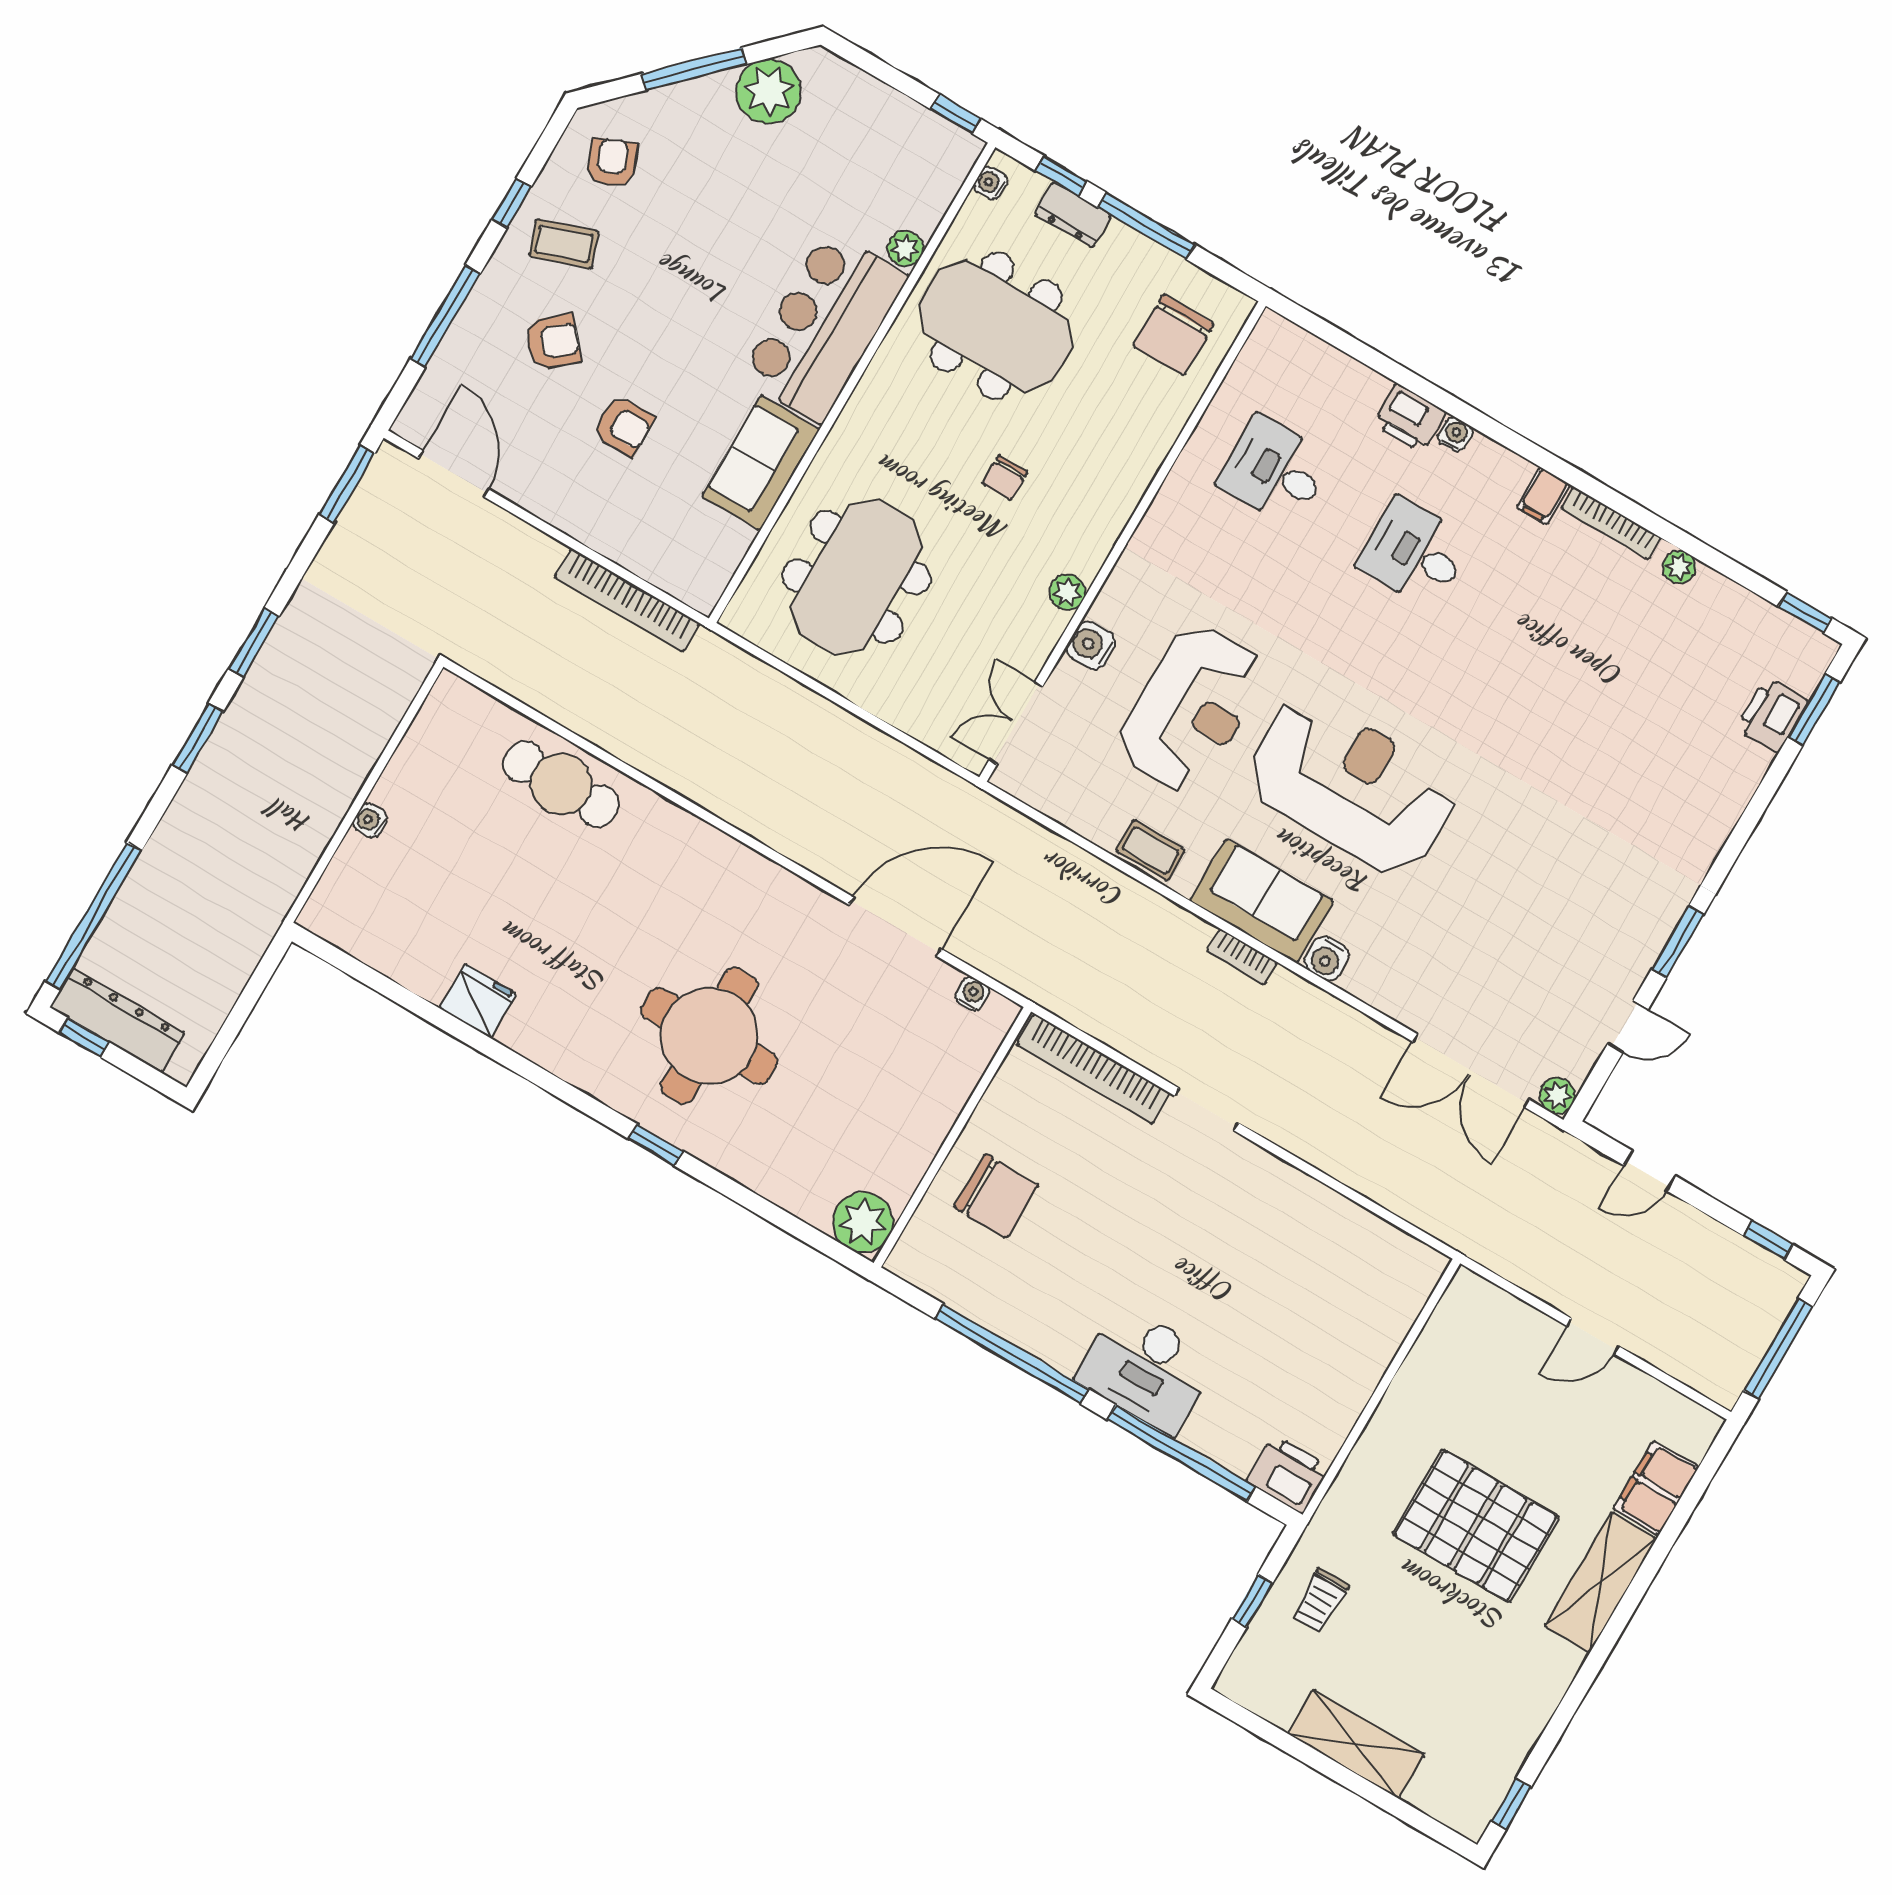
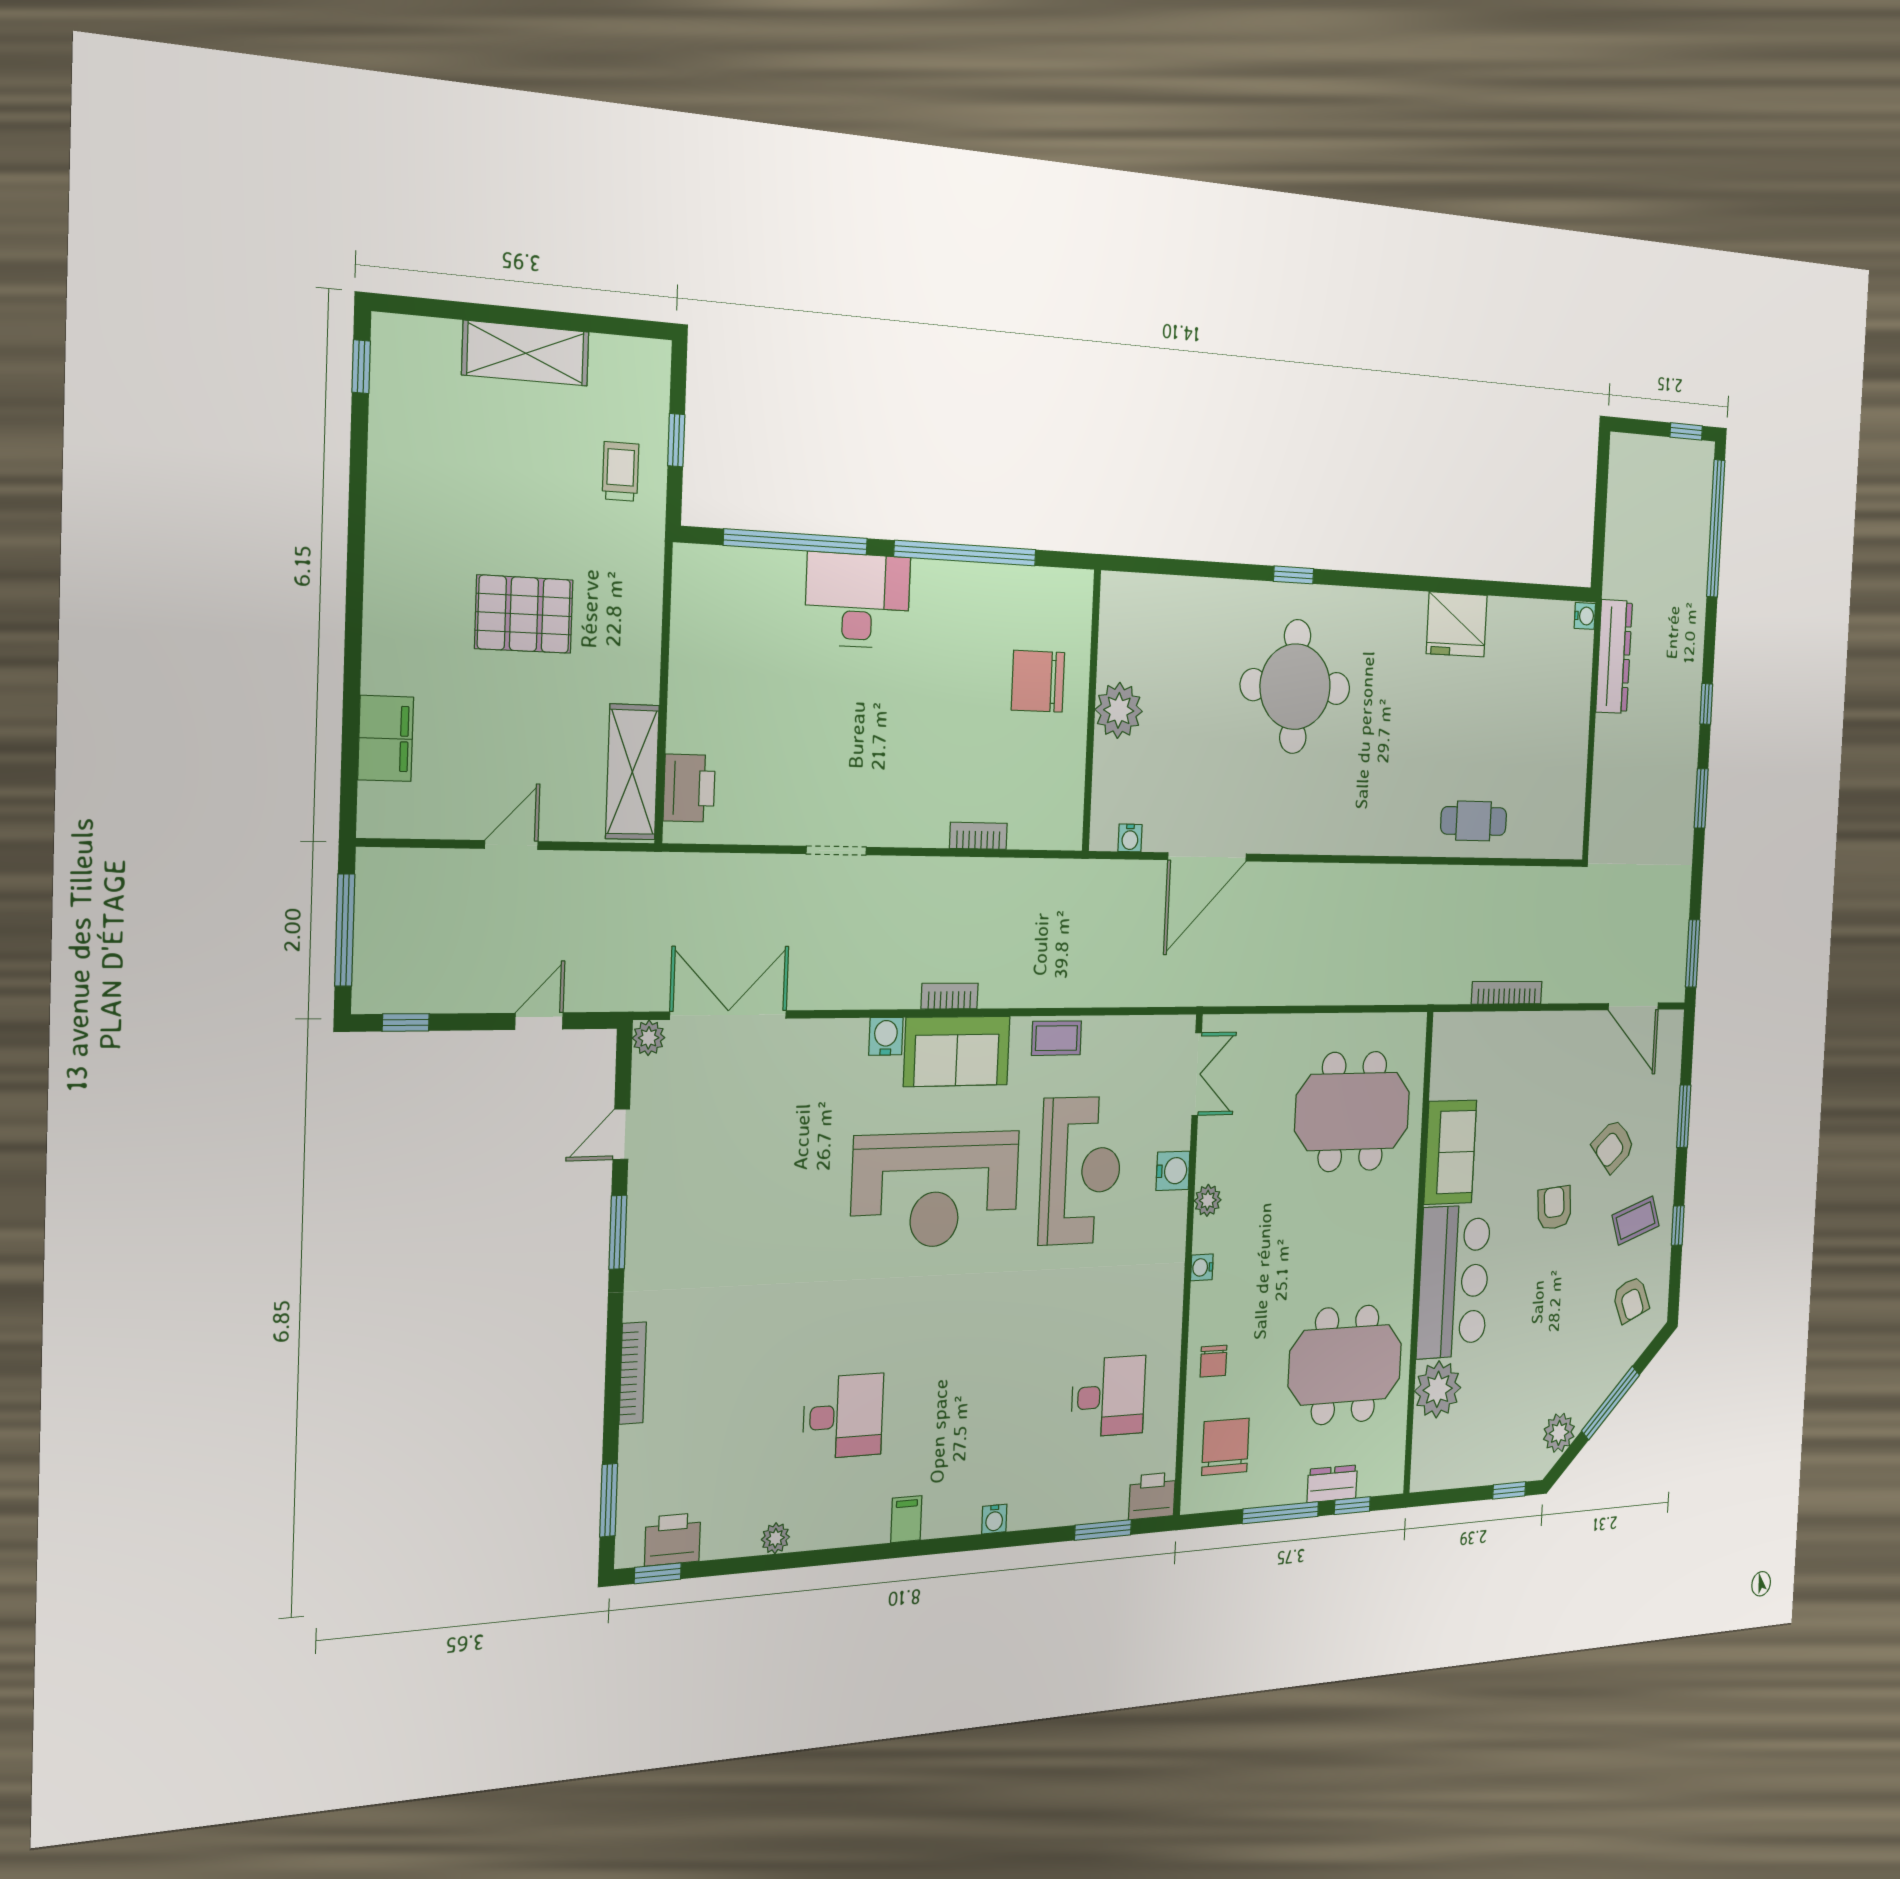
plant: (769, 91) -> (1559, 1433), width x0.73, depth x0.73
window: (956, 114) -> (1509, 1490), moved
water cooler: (990, 183) -> (1202, 1267), moved, turned 180
plant: (905, 249) -> (1438, 1389), width x1.88, depth x1.88
window: (445, 316) -> (1684, 1116), width x0.69
window: (1348, 344) -> (1103, 1530), added
printer: (1410, 418) -> (1152, 1496), moved
armchair: (624, 426) -> (1554, 1208), moved, turned 85
chair: (1005, 478) -> (1213, 1361), moved, turned 180
bookcase: (1611, 523) -> (633, 1373), moved, turned 90
desk: (1415, 553) -> (843, 1416), moved
meeting table: (857, 577) -> (1352, 1111), turned 90
bookcase: (627, 600) -> (1507, 993), width x0.68, depth x0.76
reception desk: (1191, 709) -> (1080, 1171), turned 180
printer: (1772, 715) -> (673, 1539), moved, turned -90
window: (198, 738) -> (1706, 704), width x0.67
cafe table: (561, 784) -> (1474, 821), width x0.73, depth x0.74
water cooler: (370, 821) -> (1585, 616), moved
fridge: (478, 1001) -> (1457, 624), width x1.36, depth x1.34
dresser: (117, 1020) -> (1614, 657), moved, turned -90
bookcase: (1093, 1069) -> (978, 836), width x0.43, depth x0.76
doorway: (1206, 1109) -> (836, 851), moved
plant: (863, 1222) -> (1119, 710), moved
printer: (1288, 1474) -> (689, 788), moved, turned -90
pallet: (1476, 1526) -> (524, 614), width x0.73, depth x0.71
shelving: (1601, 1582) -> (632, 772), moved

